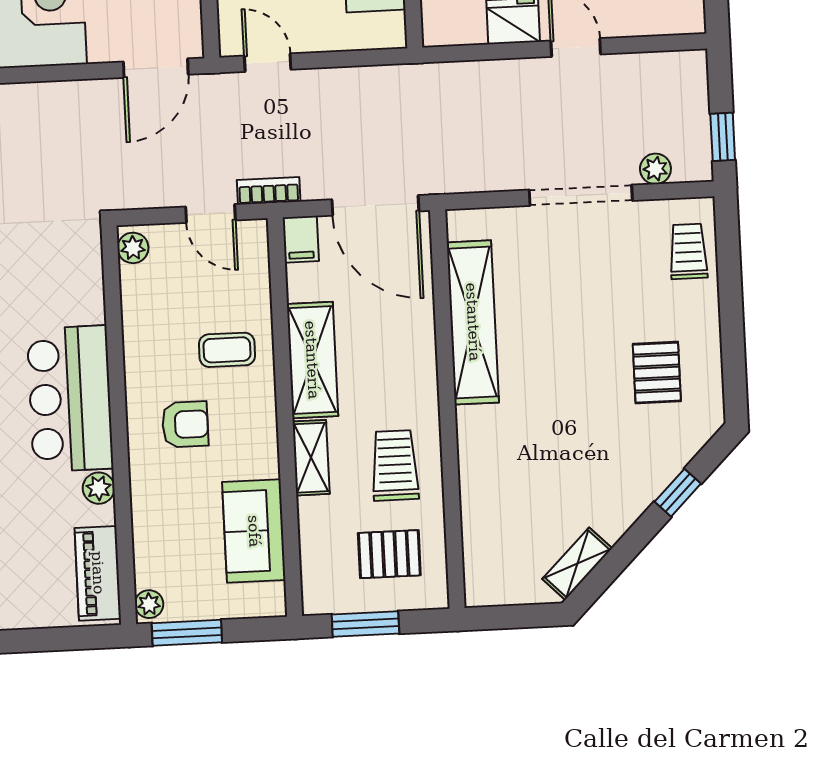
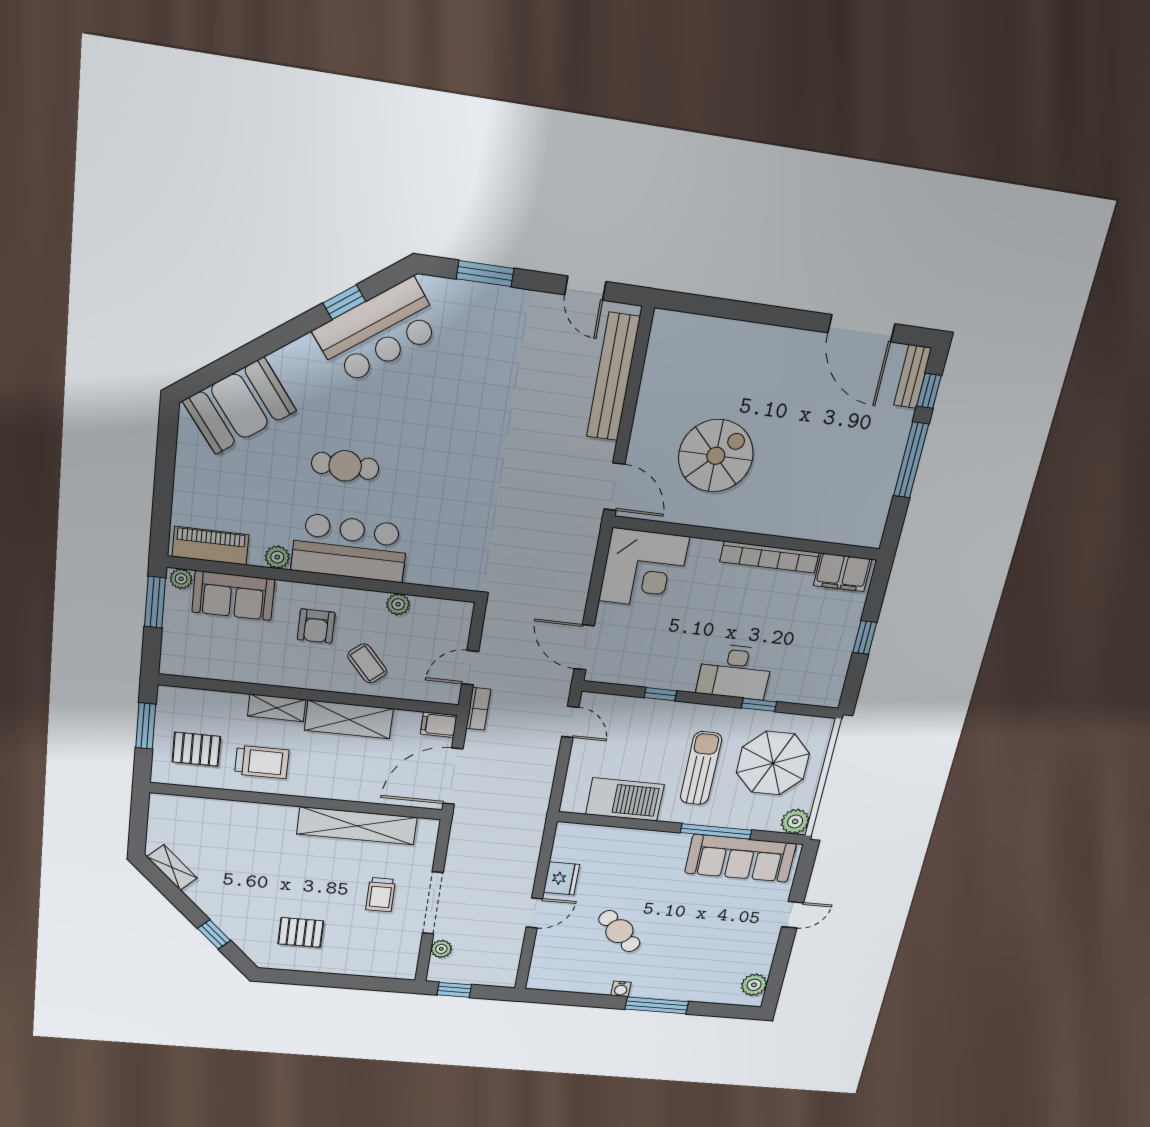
door: (268, 63) -> (570, 722), hinge flipped
plant: (133, 248) -> (398, 604), moved
trolley: (688, 251) -> (381, 895), moved, turned 90
coffee table: (227, 350) -> (367, 663), turned -41
sofa: (254, 531) -> (233, 596), moved, turned 180
pallet: (389, 554) -> (196, 749), turned 90

